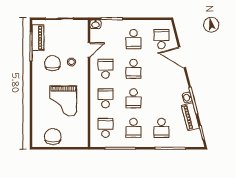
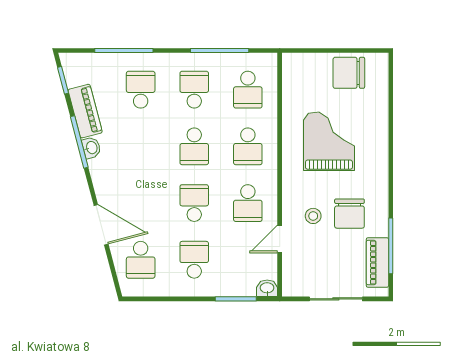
school desk: (133, 98) -> (194, 146), turned 180
chair: (53, 137) -> (349, 73), turned 90

